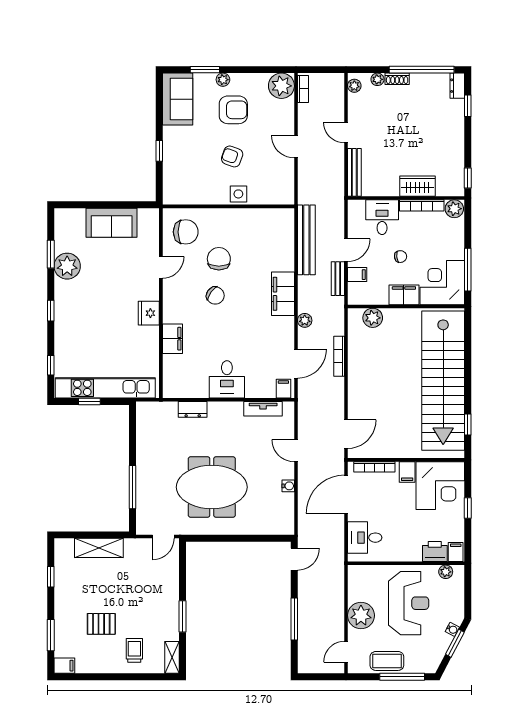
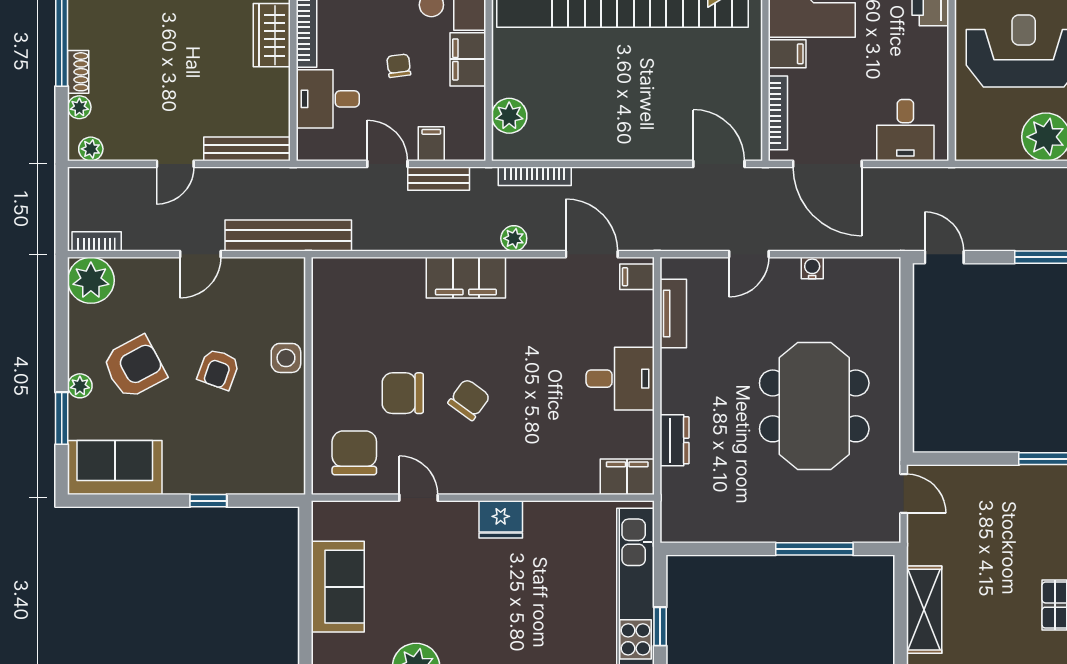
armchair: (233, 110) -> (134, 367), turned 62
bench: (306, 240) -> (288, 235), moved
filing cabinet: (172, 339) -> (627, 477), moved
bookcase: (339, 356) -> (535, 176), moved

